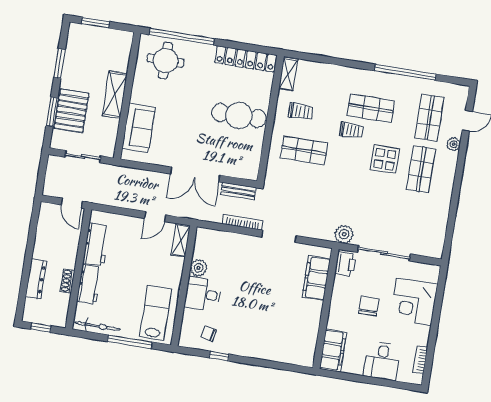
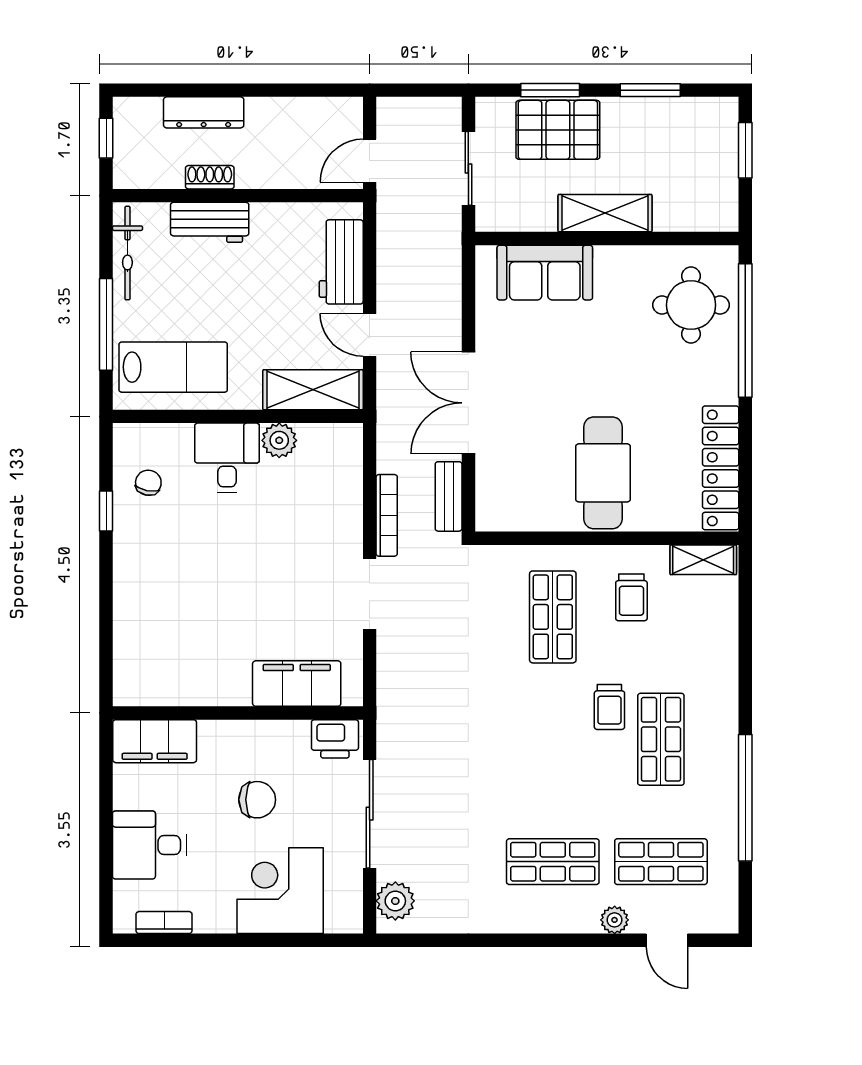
display table: (385, 159) -> (561, 785), removed
plant: (344, 234) -> (395, 901), moved
shelving: (181, 240) -> (313, 390), width x1.50, depth x1.33
workbench: (96, 244) -> (341, 262), moved, turned 90

